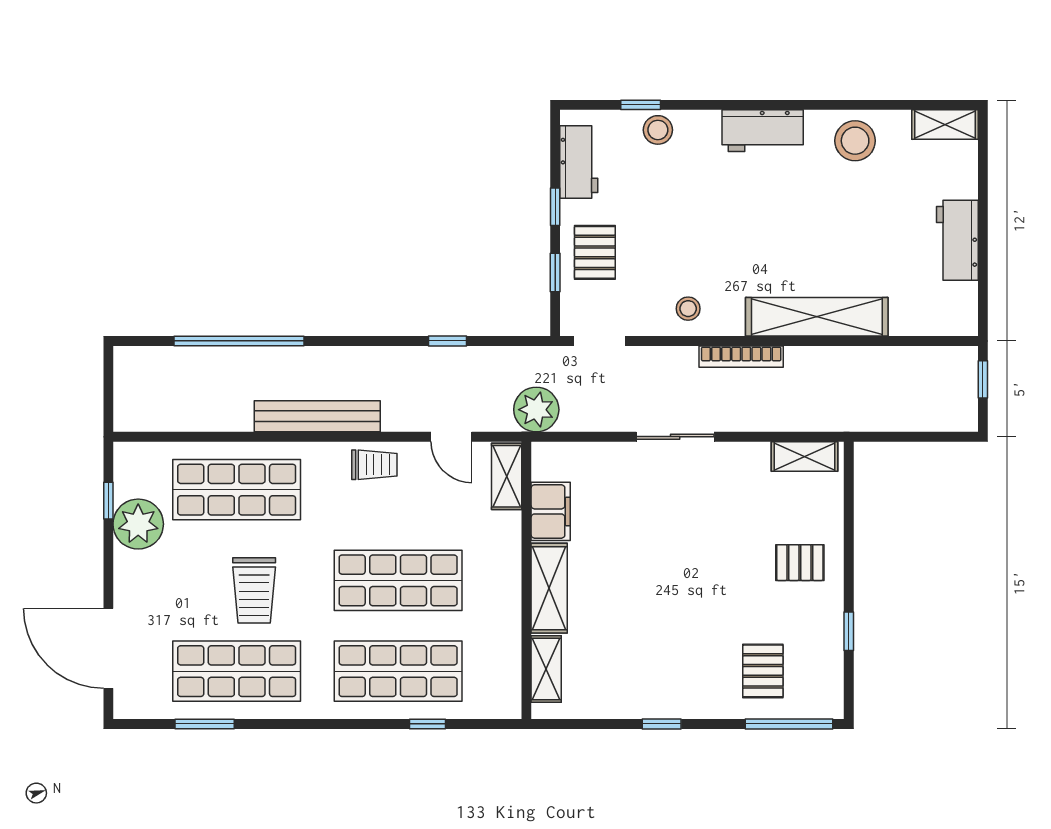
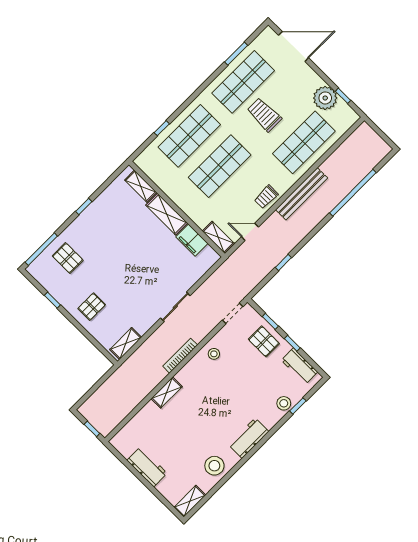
shelving: (817, 317) -> (167, 393), width x0.45, depth x0.75
plant: (536, 410) -> (231, 269), removed

